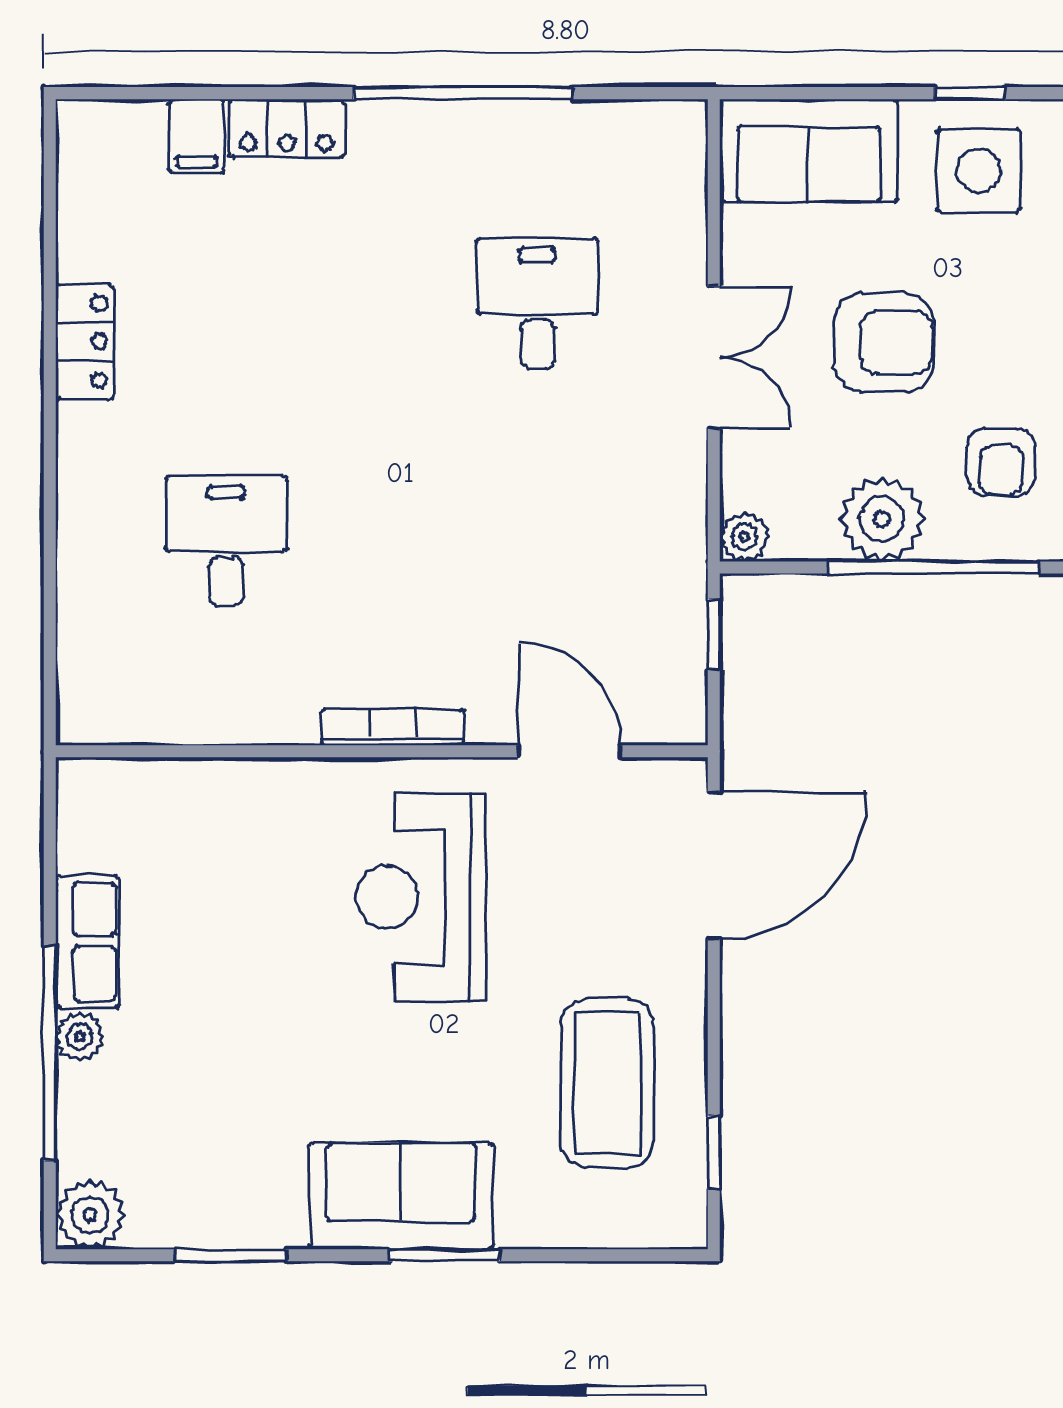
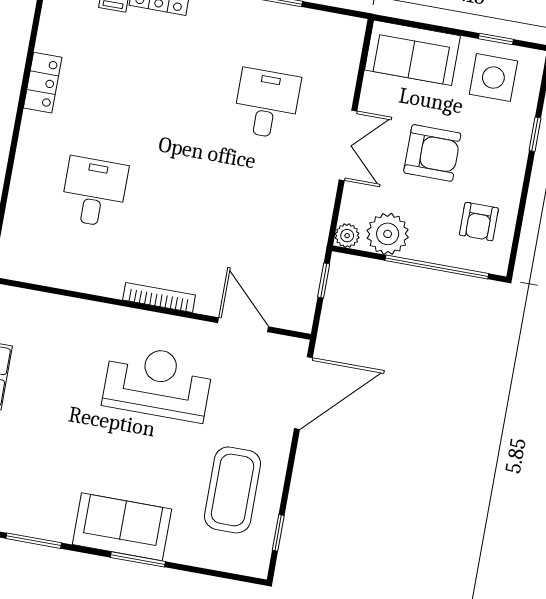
plant: (882, 519) -> (388, 234), moved
reception desk: (421, 897) -> (158, 383), turned 90

